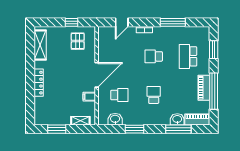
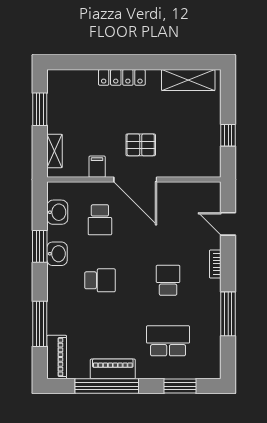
pallet: (78, 41) -> (141, 145), moved
washbasin: (177, 119) -> (57, 254), moved

